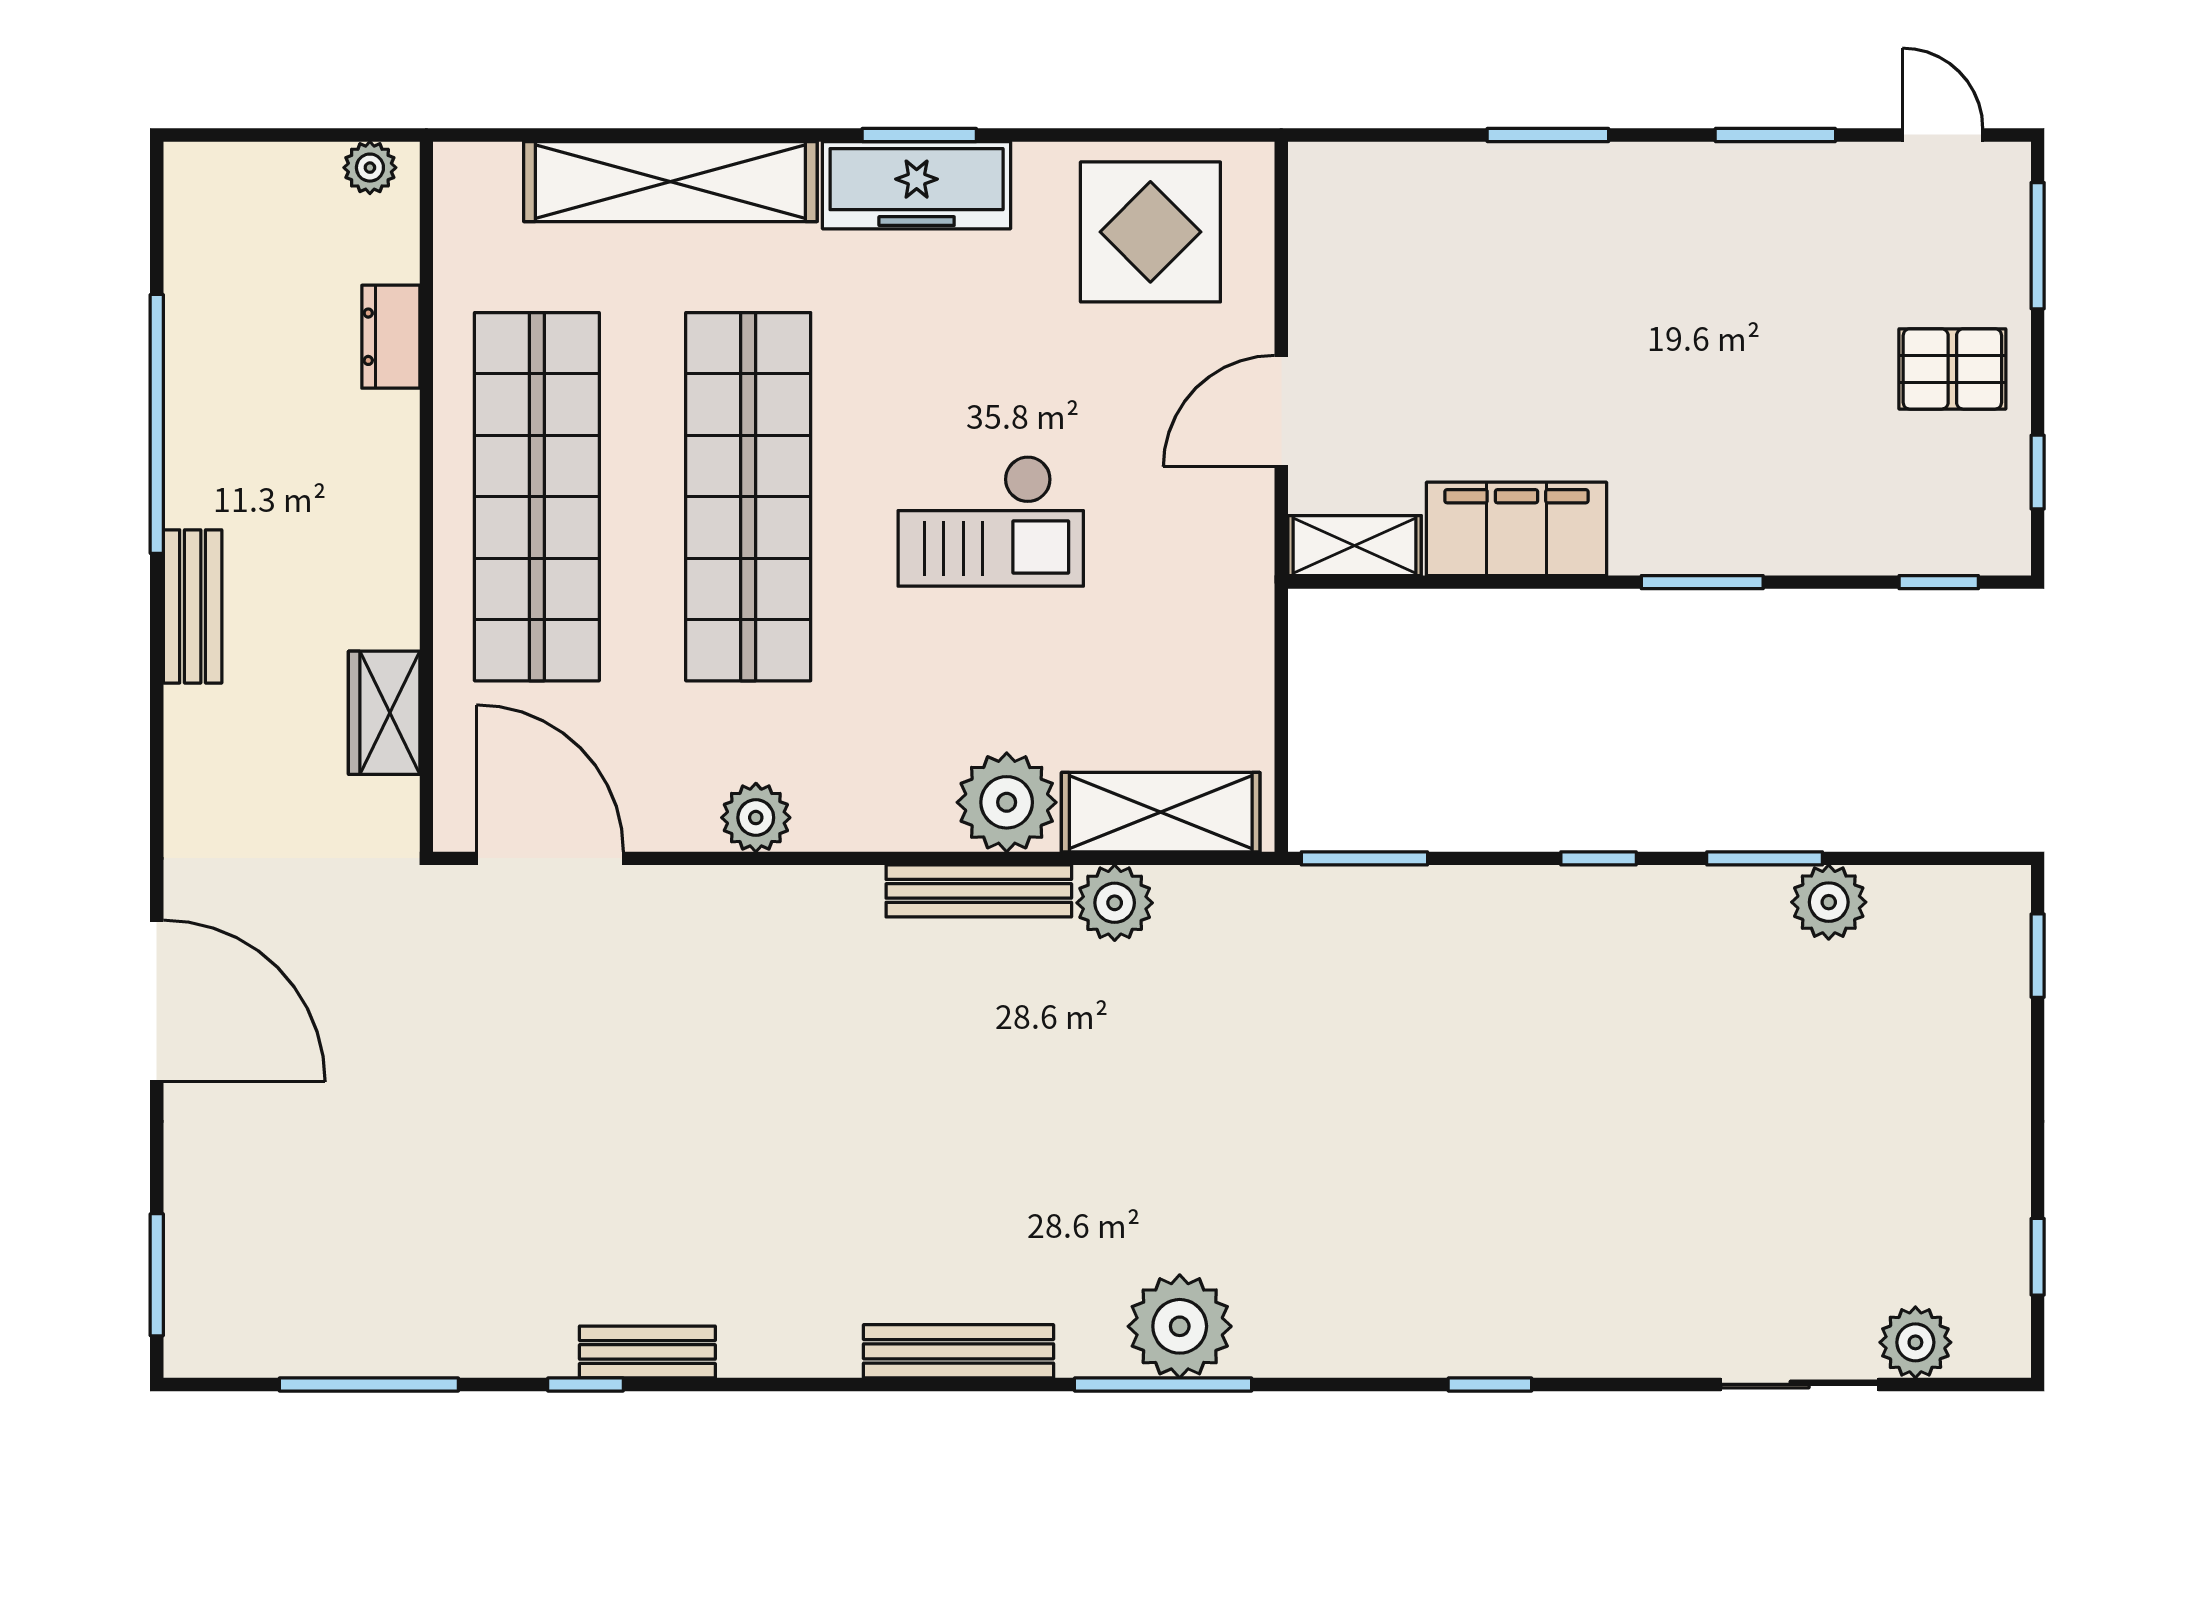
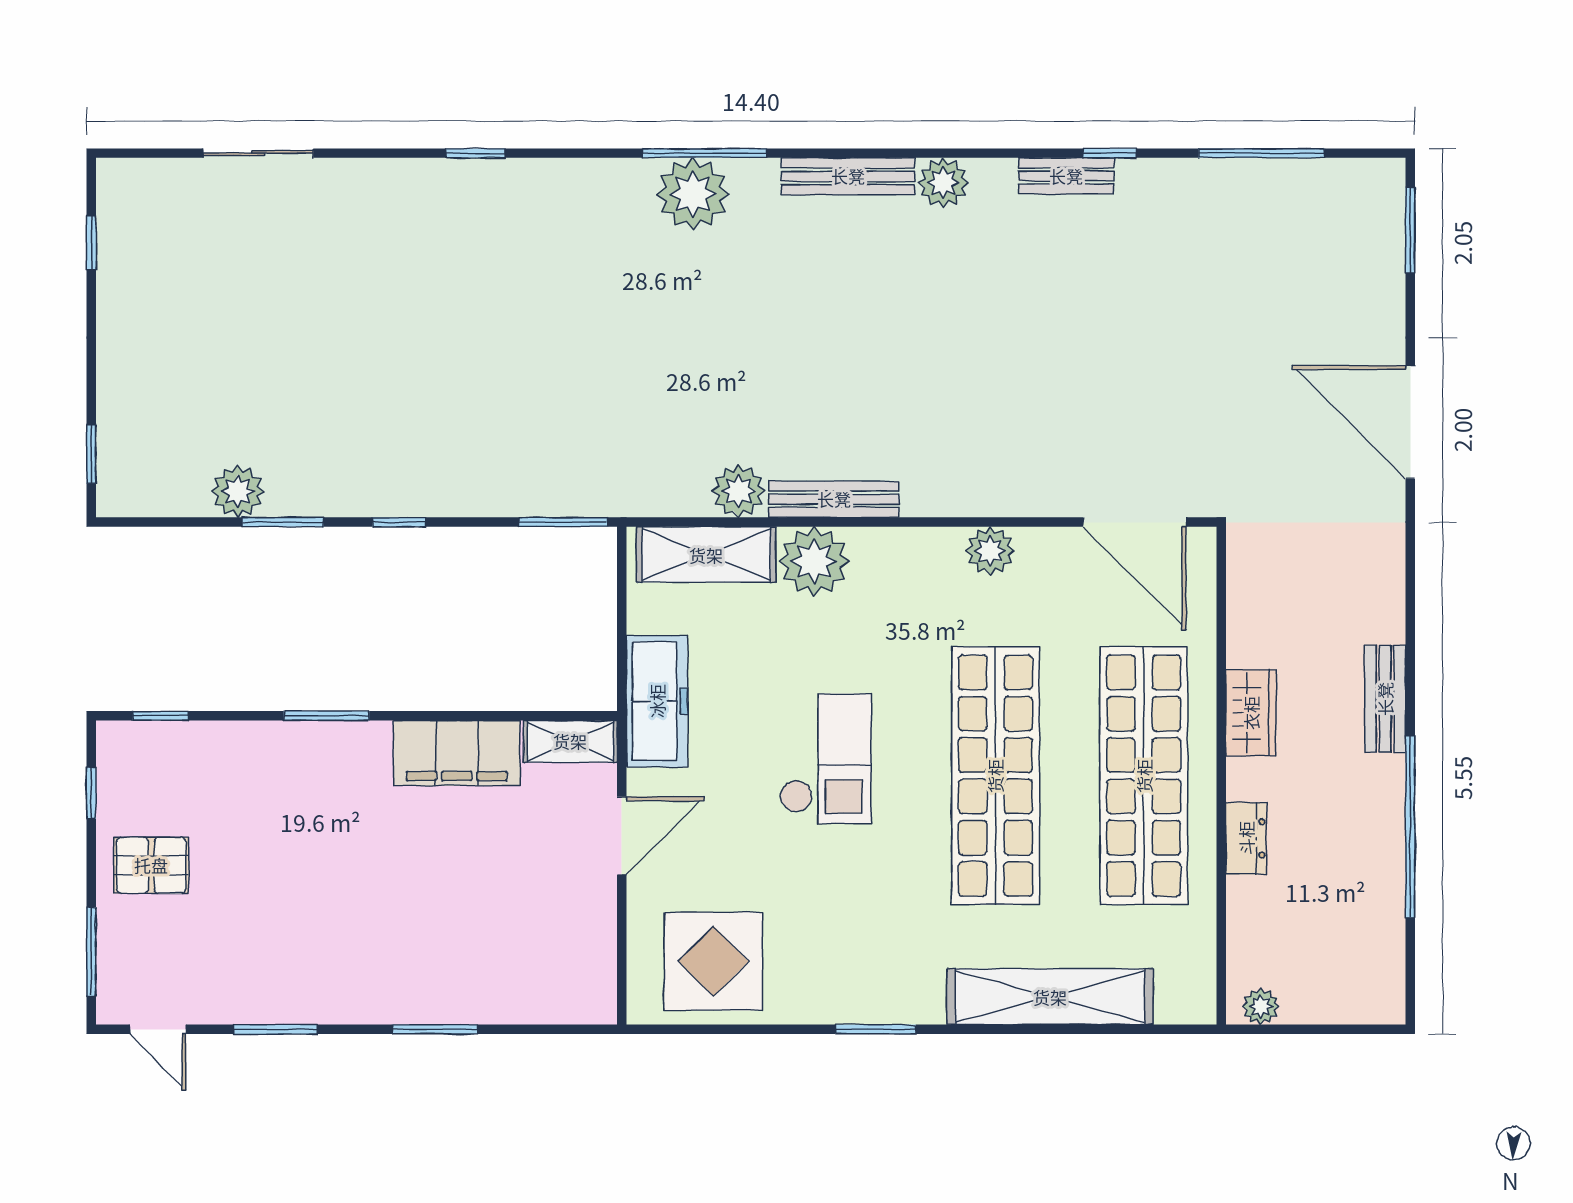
freezer: (917, 185) -> (657, 701), moved, turned 90
dresser: (391, 337) -> (1246, 838), moved
checkout: (991, 521) -> (825, 759), turned 90
wardrobe: (384, 713) -> (1251, 713), moved
plant: (1915, 1342) -> (943, 183), moved

